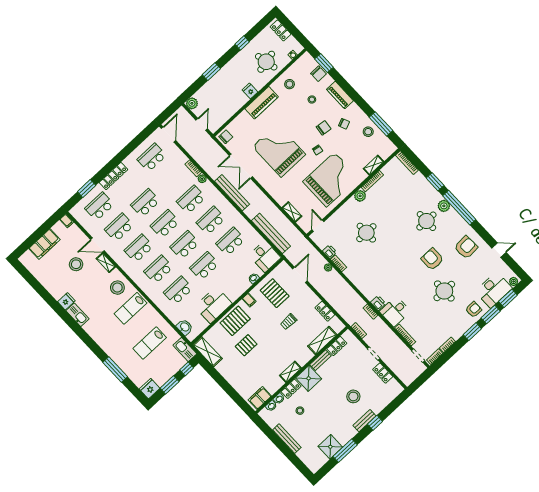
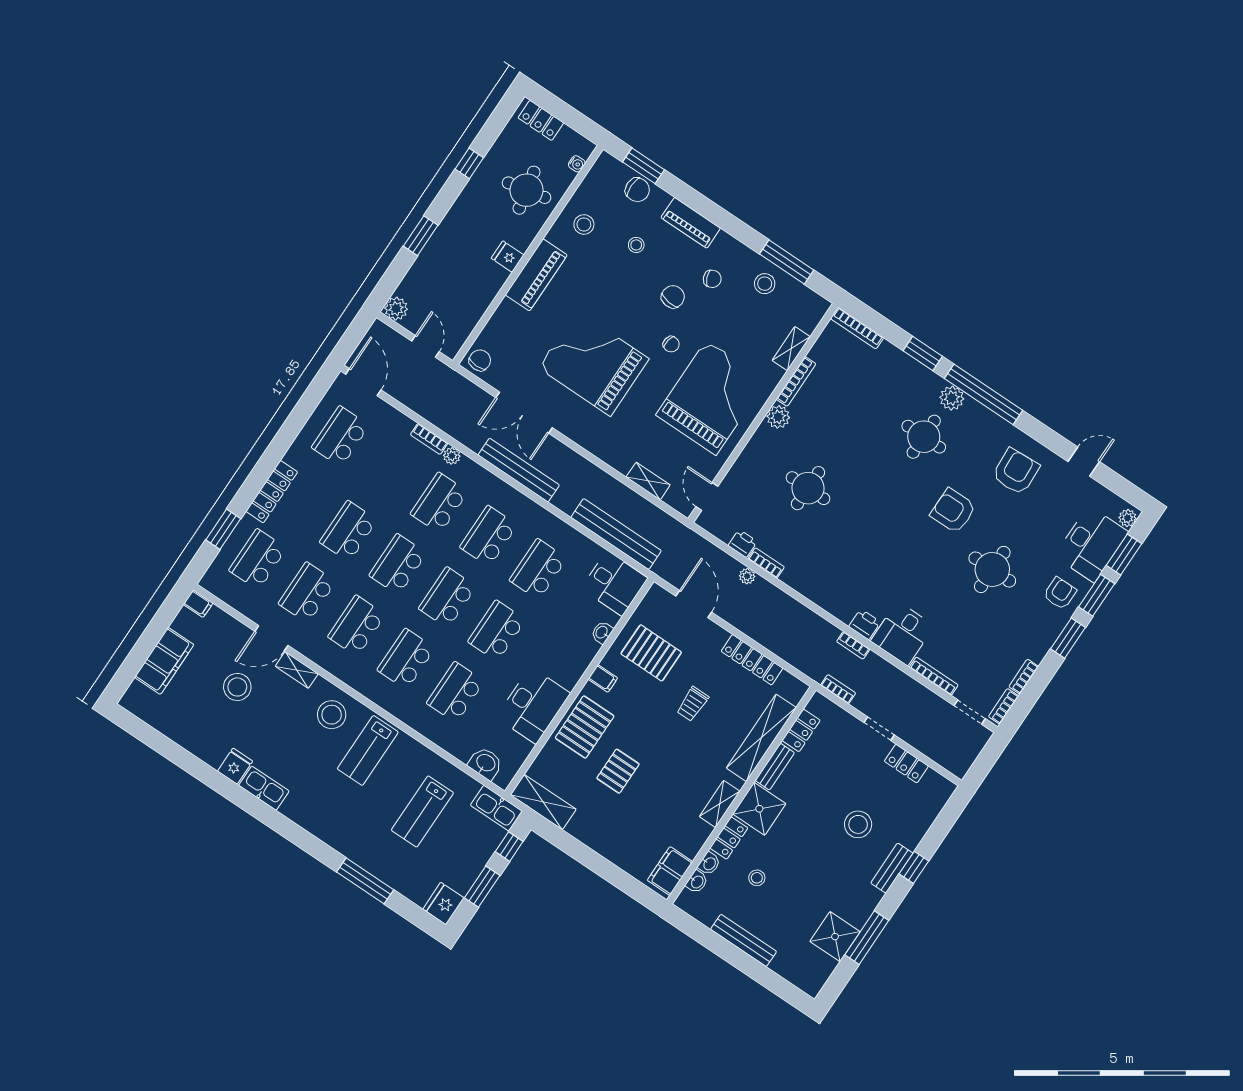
locker: (325, 311) -> (752, 660), width x1.53
shelving: (322, 340) -> (761, 738), width x1.47

